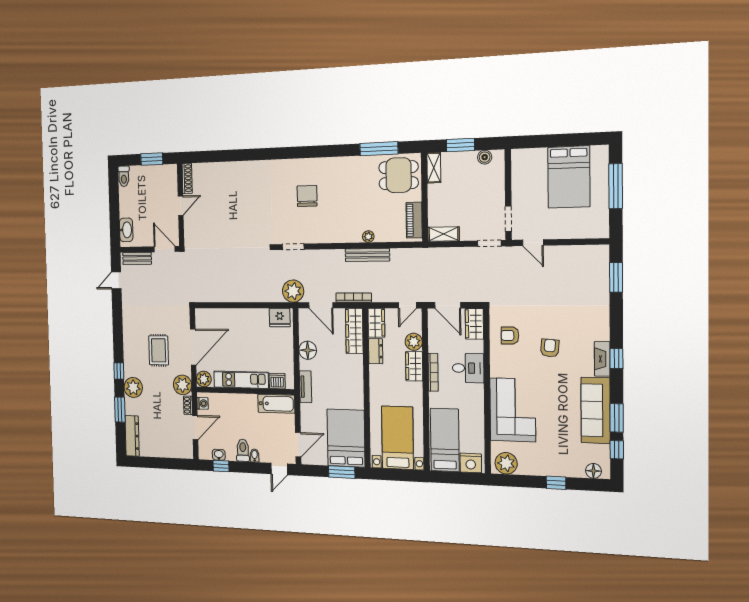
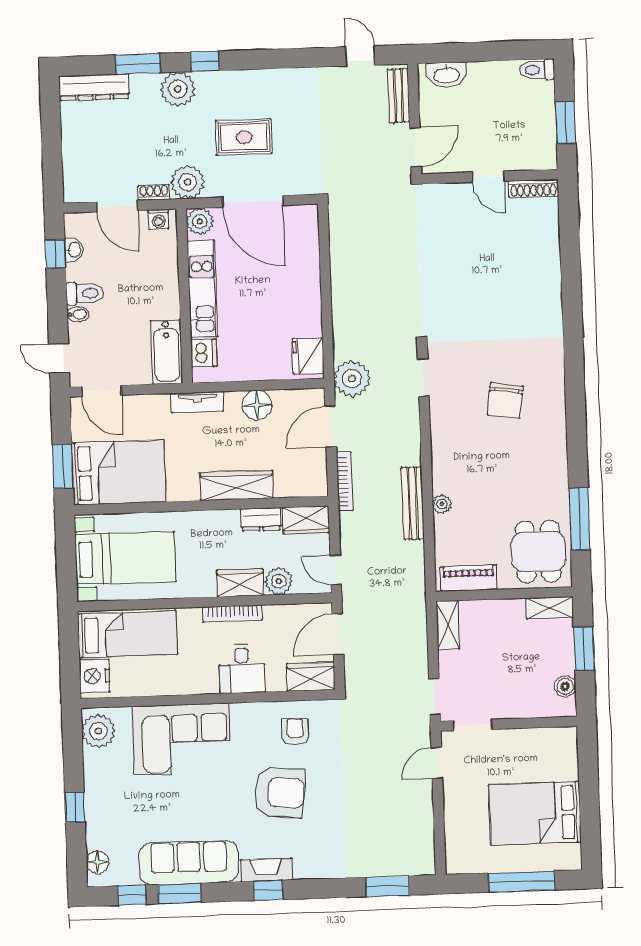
chair: (307, 196) -> (505, 400), turned 98
wardrobe: (354, 331) -> (237, 485), moved
armchair: (550, 348) -> (279, 792), width x1.88, depth x1.88

